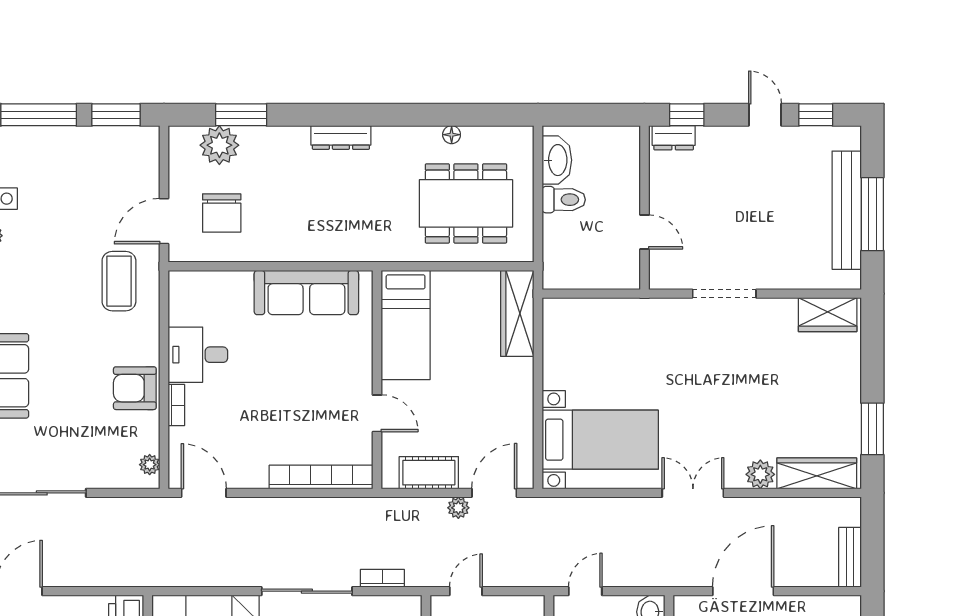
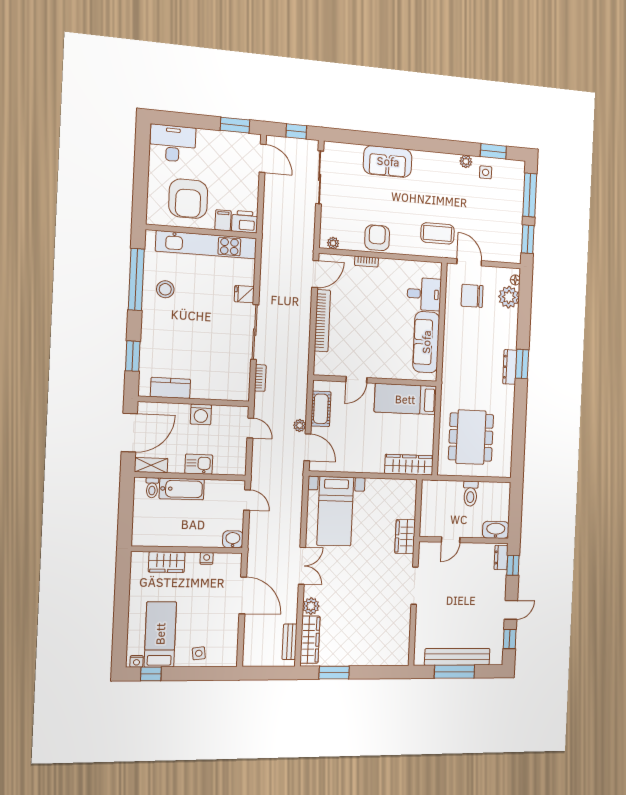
window: (241, 115) -> (522, 364), moved
floor lamp: (452, 135) -> (515, 280), moved
washbasin: (557, 160) -> (496, 530), moved, turned 180
wardrobe: (828, 315) -> (405, 537), moved
desk: (198, 355) -> (424, 294), moved, turned 90
bookcase: (321, 477) -> (322, 321), moved
bench: (850, 557) -> (290, 642), moved, turned 90

